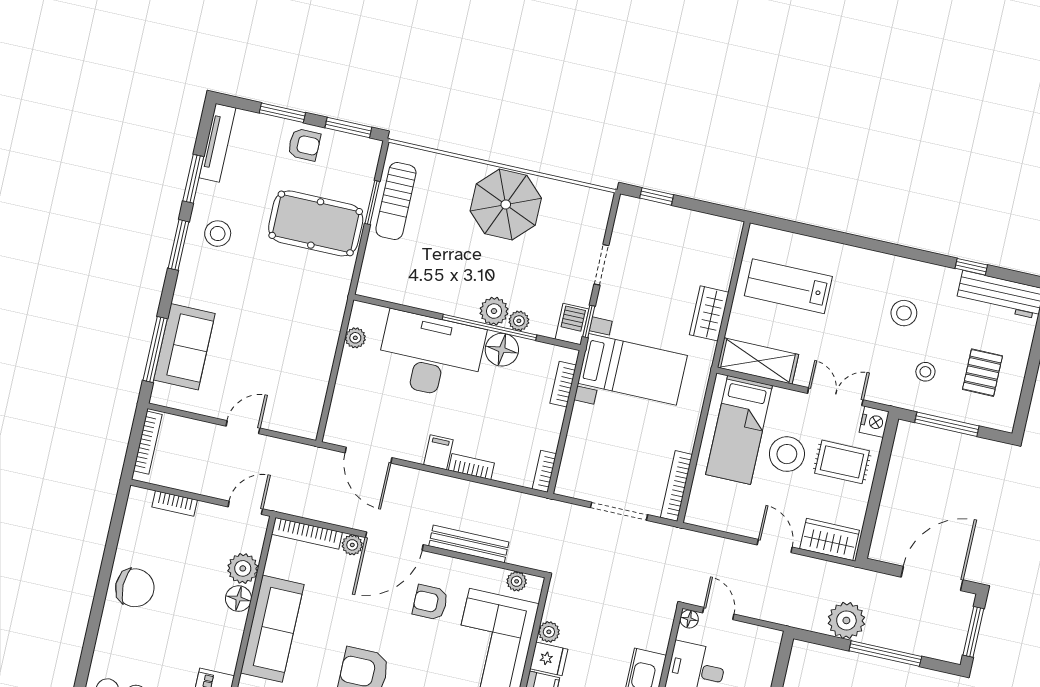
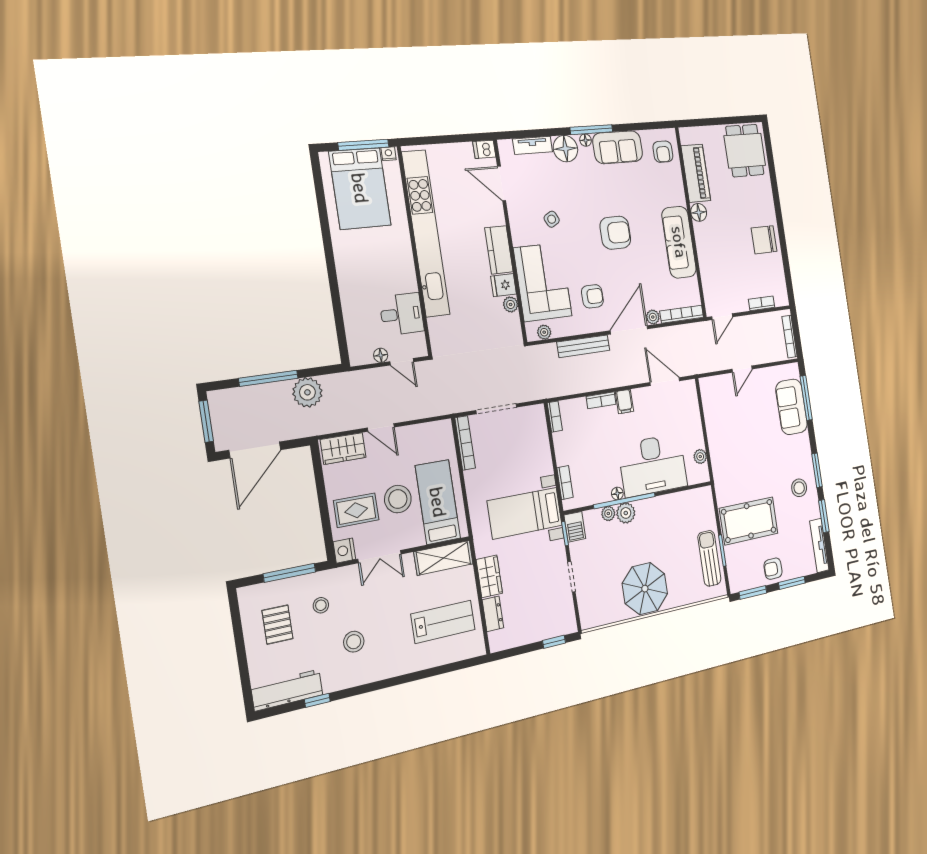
dresser: (722, 267) -> (493, 614), added
floor lamp: (502, 350) -> (617, 494), width x0.53, depth x0.53
plant: (243, 568) -> (710, 276), removed
floor lamp: (238, 599) -> (699, 212), moved
floor lamp: (689, 619) -> (381, 355), moved

